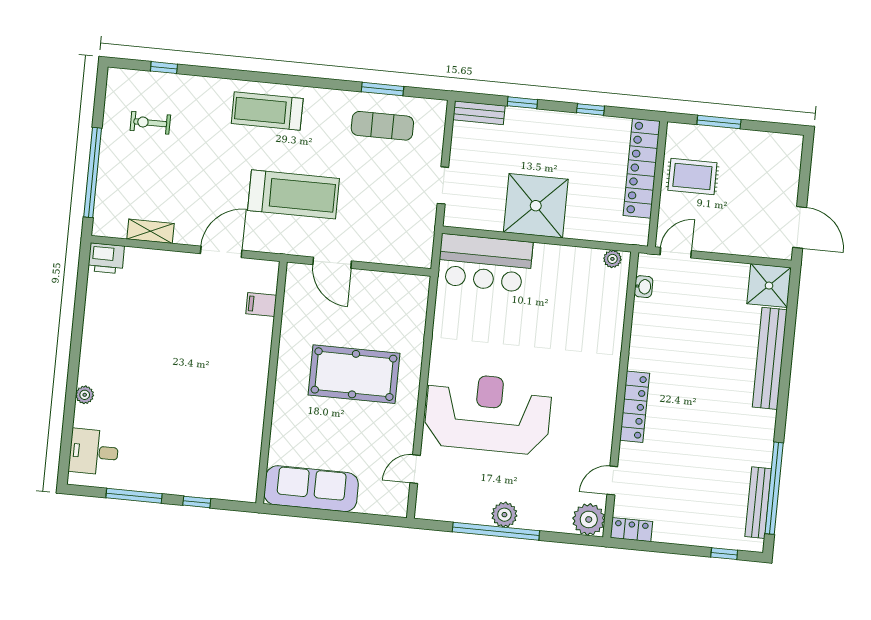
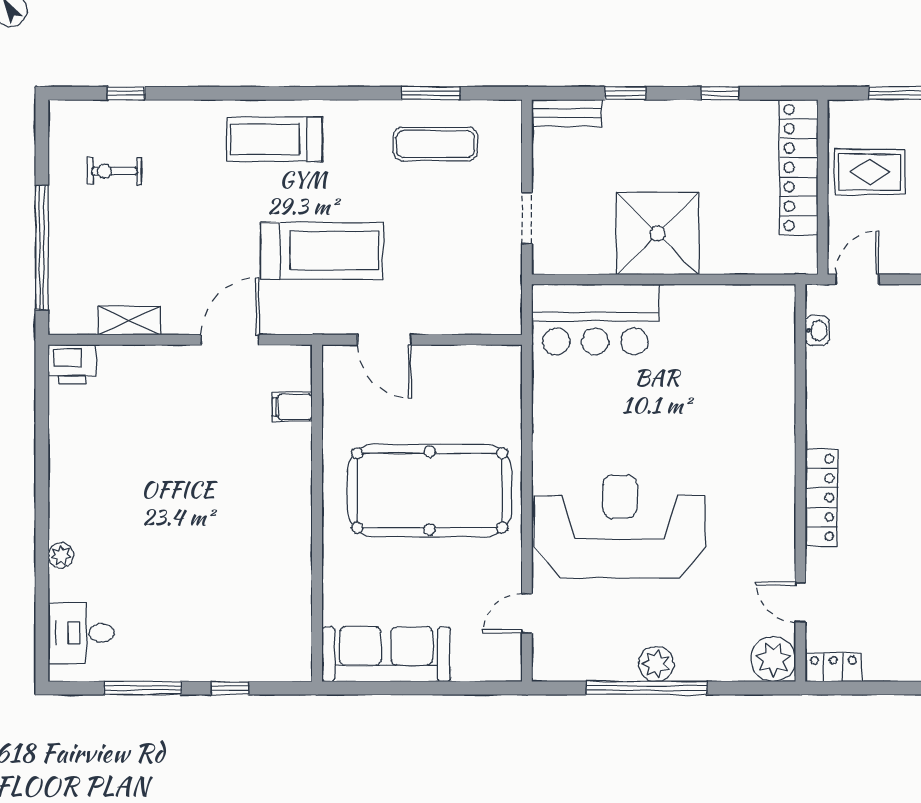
plant: (612, 259) -> (771, 297), removed
pool table: (354, 374) -> (430, 490), width x1.36, depth x1.32
door: (612, 481) -> (800, 602), hinge flipped

